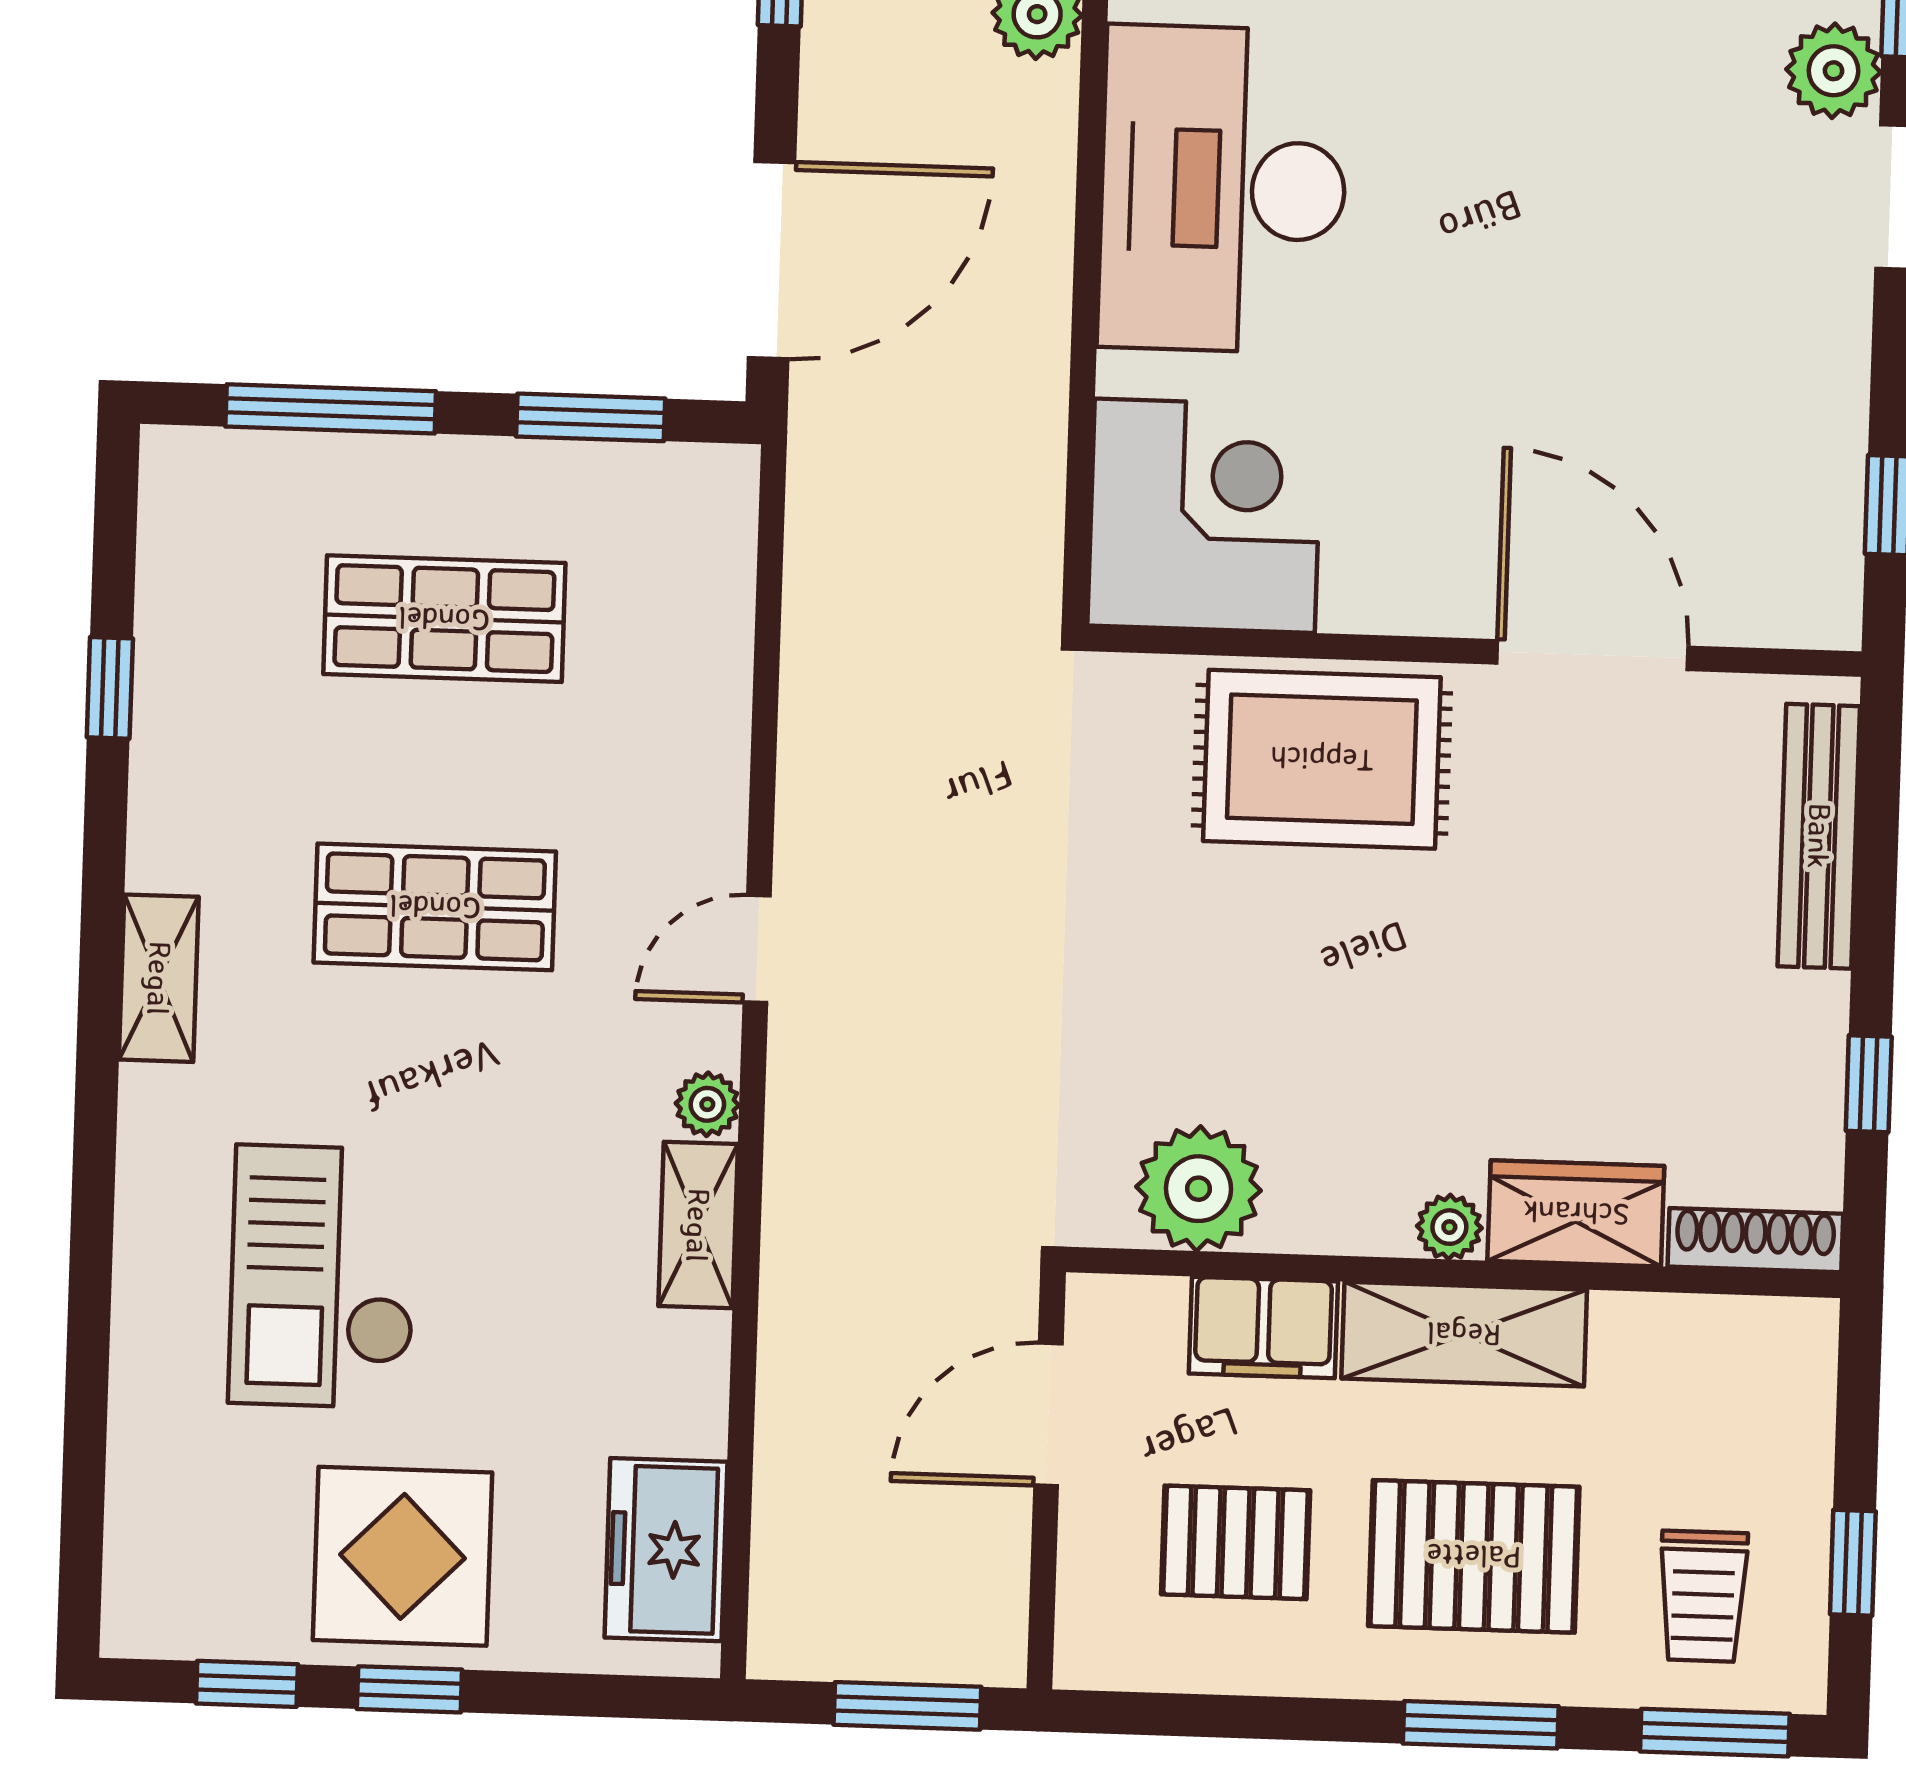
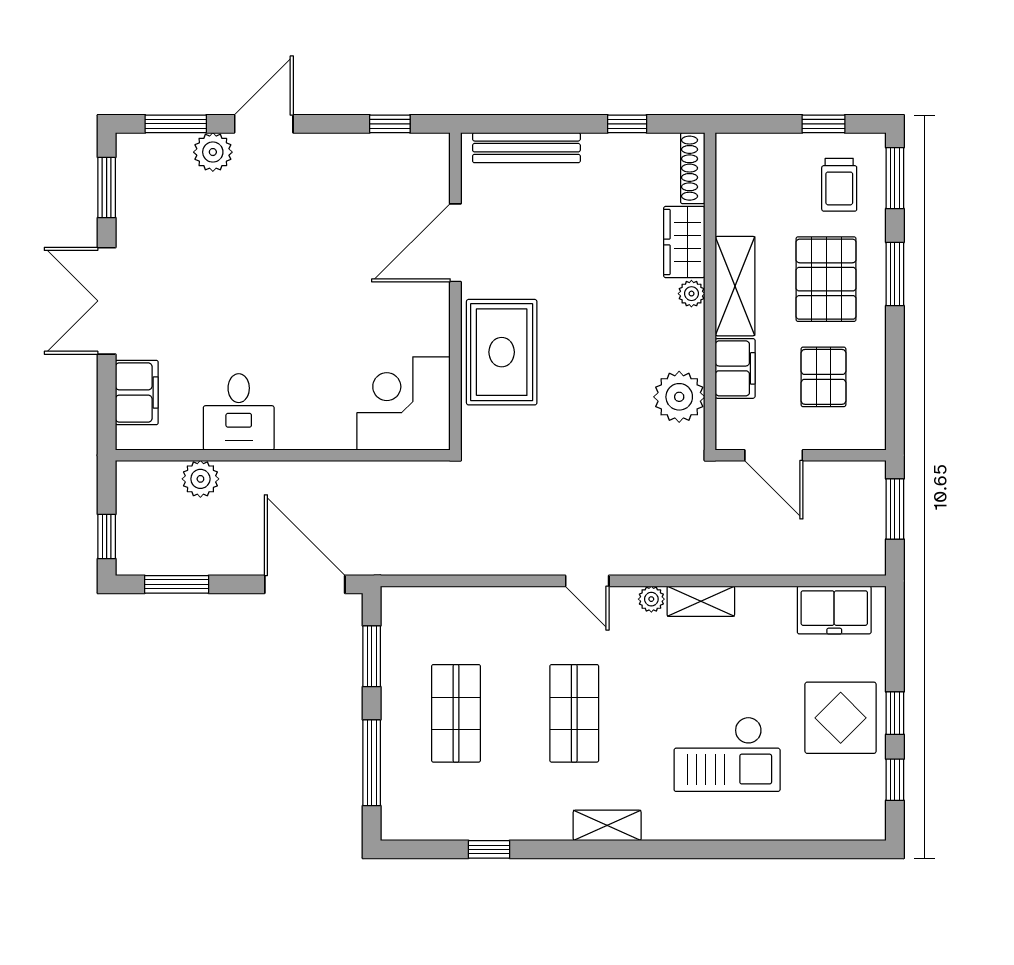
desk: (1223, 189) -> (239, 412), width x0.53, depth x0.77
trolley: (1703, 1596) -> (839, 185), turned 90

